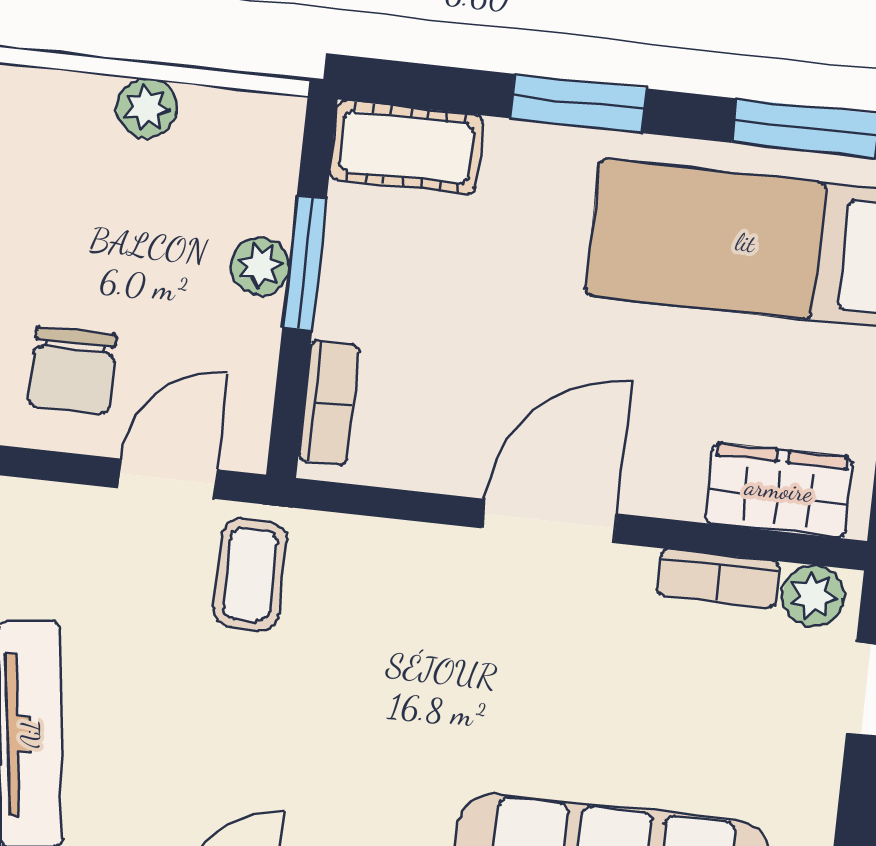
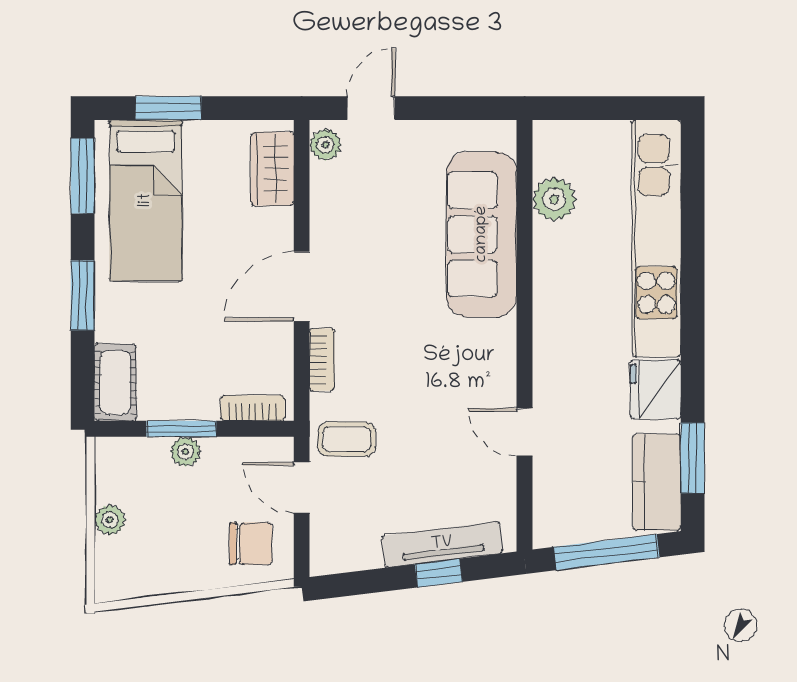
door: (549, 521) -> (302, 286), hinge flipped
bookcase: (718, 579) -> (322, 360), moved

